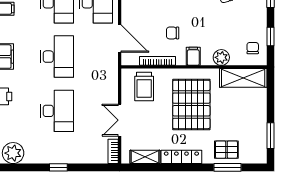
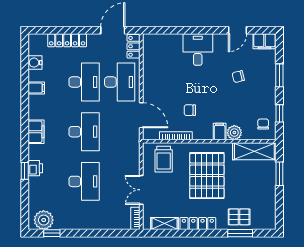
filing cabinet: (193, 56) -> (220, 131), moved
window: (271, 136) -> (279, 174), moved
window: (58, 167) -> (52, 233), moved

